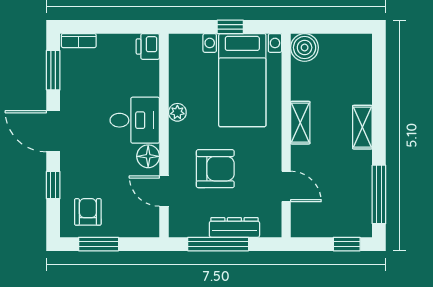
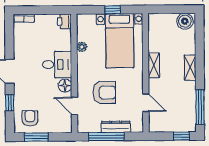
boiler: (305, 48) -> (185, 21), moved
window: (53, 70) -> (9, 36), removed
plant: (177, 112) -> (82, 47), moved

